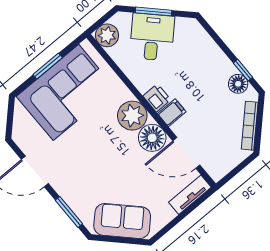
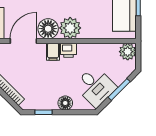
desk: (152, 37) -> (95, 86), moved
floor lamp: (238, 84) -> (65, 103), moved

